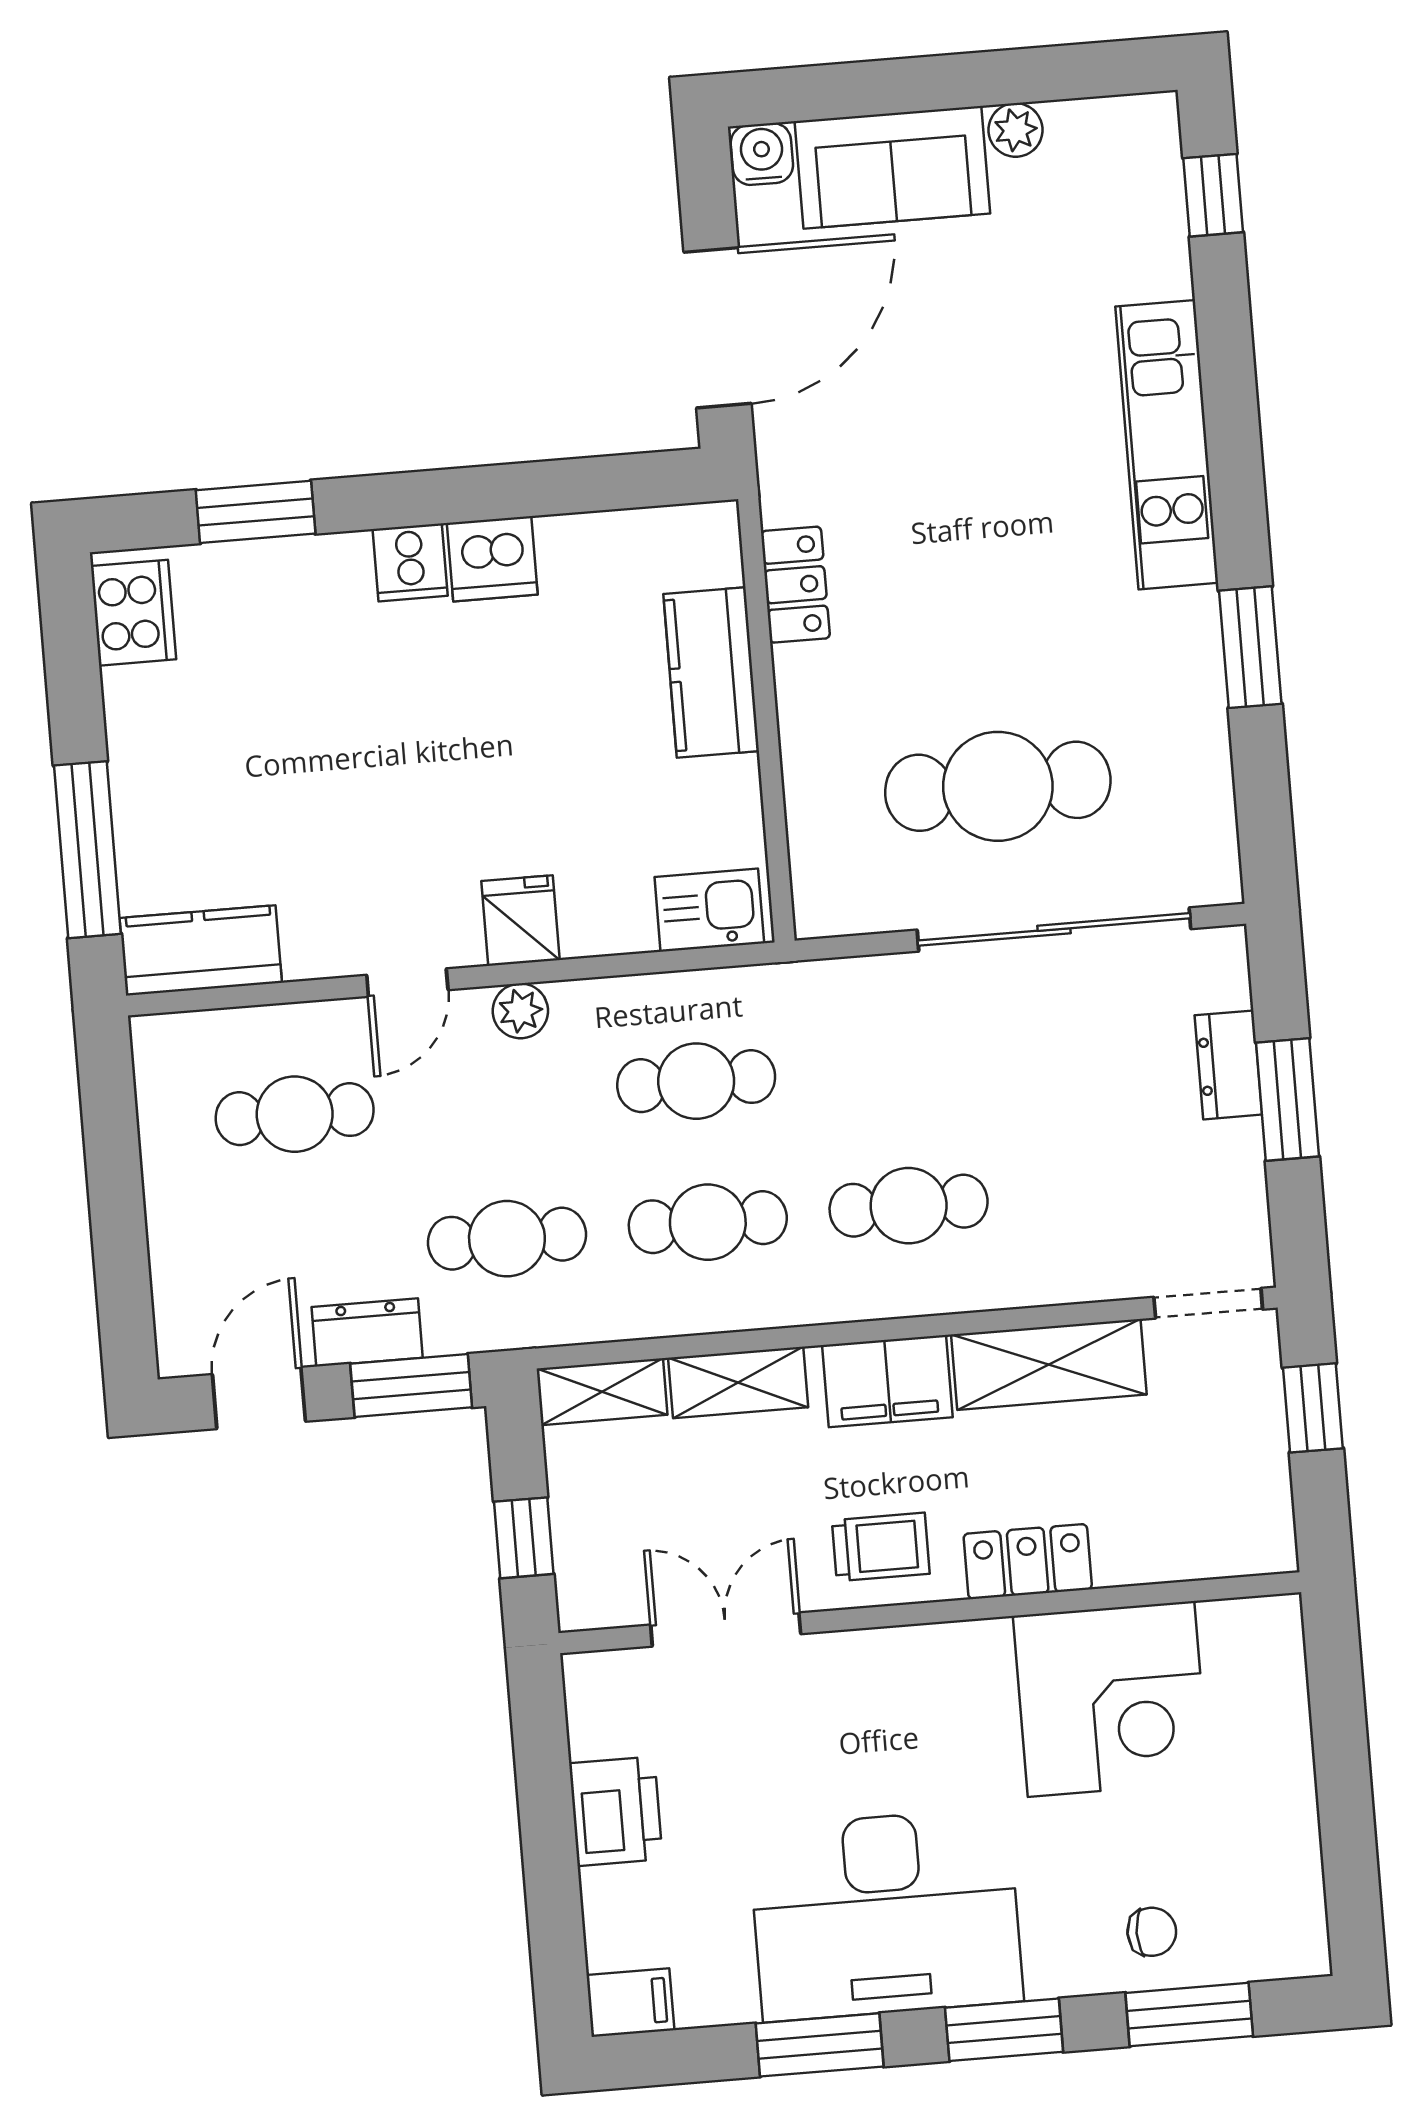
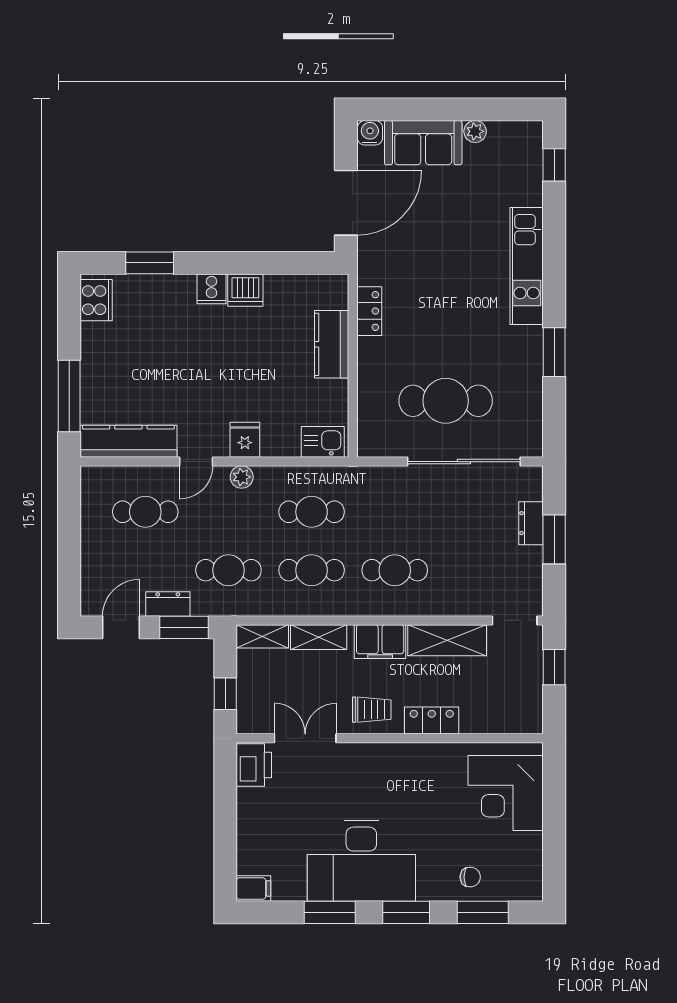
kitchen counter: (201, 950) -> (128, 441), width x1.50
corner desk: (1111, 1699) -> (506, 793), moved, turned 90
printer: (616, 1811) -> (254, 765), moved

